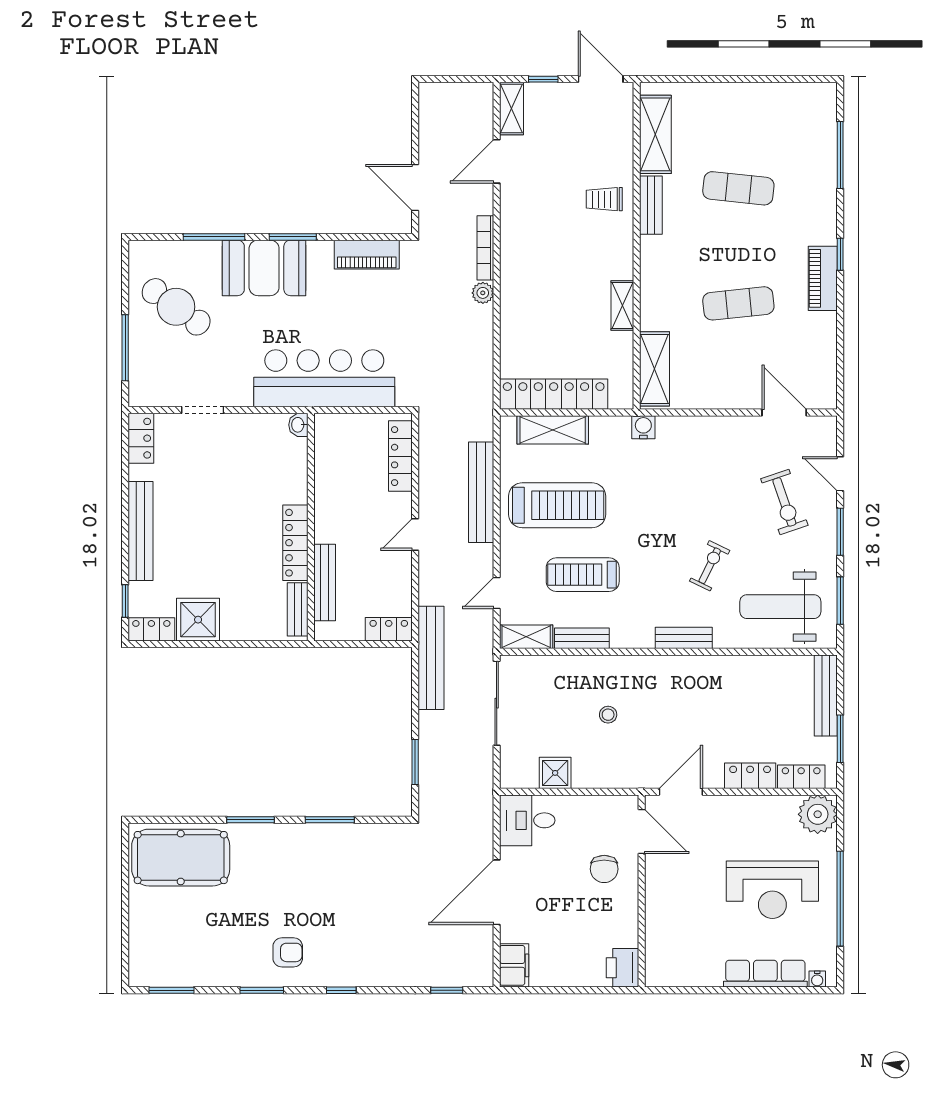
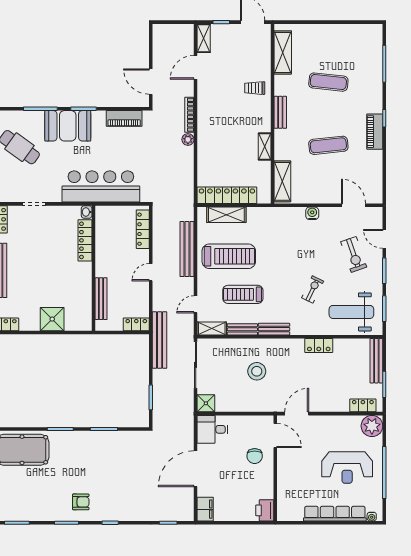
bench: (651, 205) -> (280, 112), moved
water cooler: (643, 427) -> (312, 213), moved
locker: (295, 543) -> (85, 240), moved
bench: (298, 609) -> (86, 313), removed
shower: (198, 620) -> (52, 319), moved
bench: (684, 638) -> (274, 329), moved
stool: (608, 715) -> (257, 371), width x1.89, depth x1.89
shower: (555, 773) -> (206, 403), moved
locker: (750, 776) -> (319, 345), moved, turned 180
row of seats: (765, 974) -> (335, 514), width x1.36

